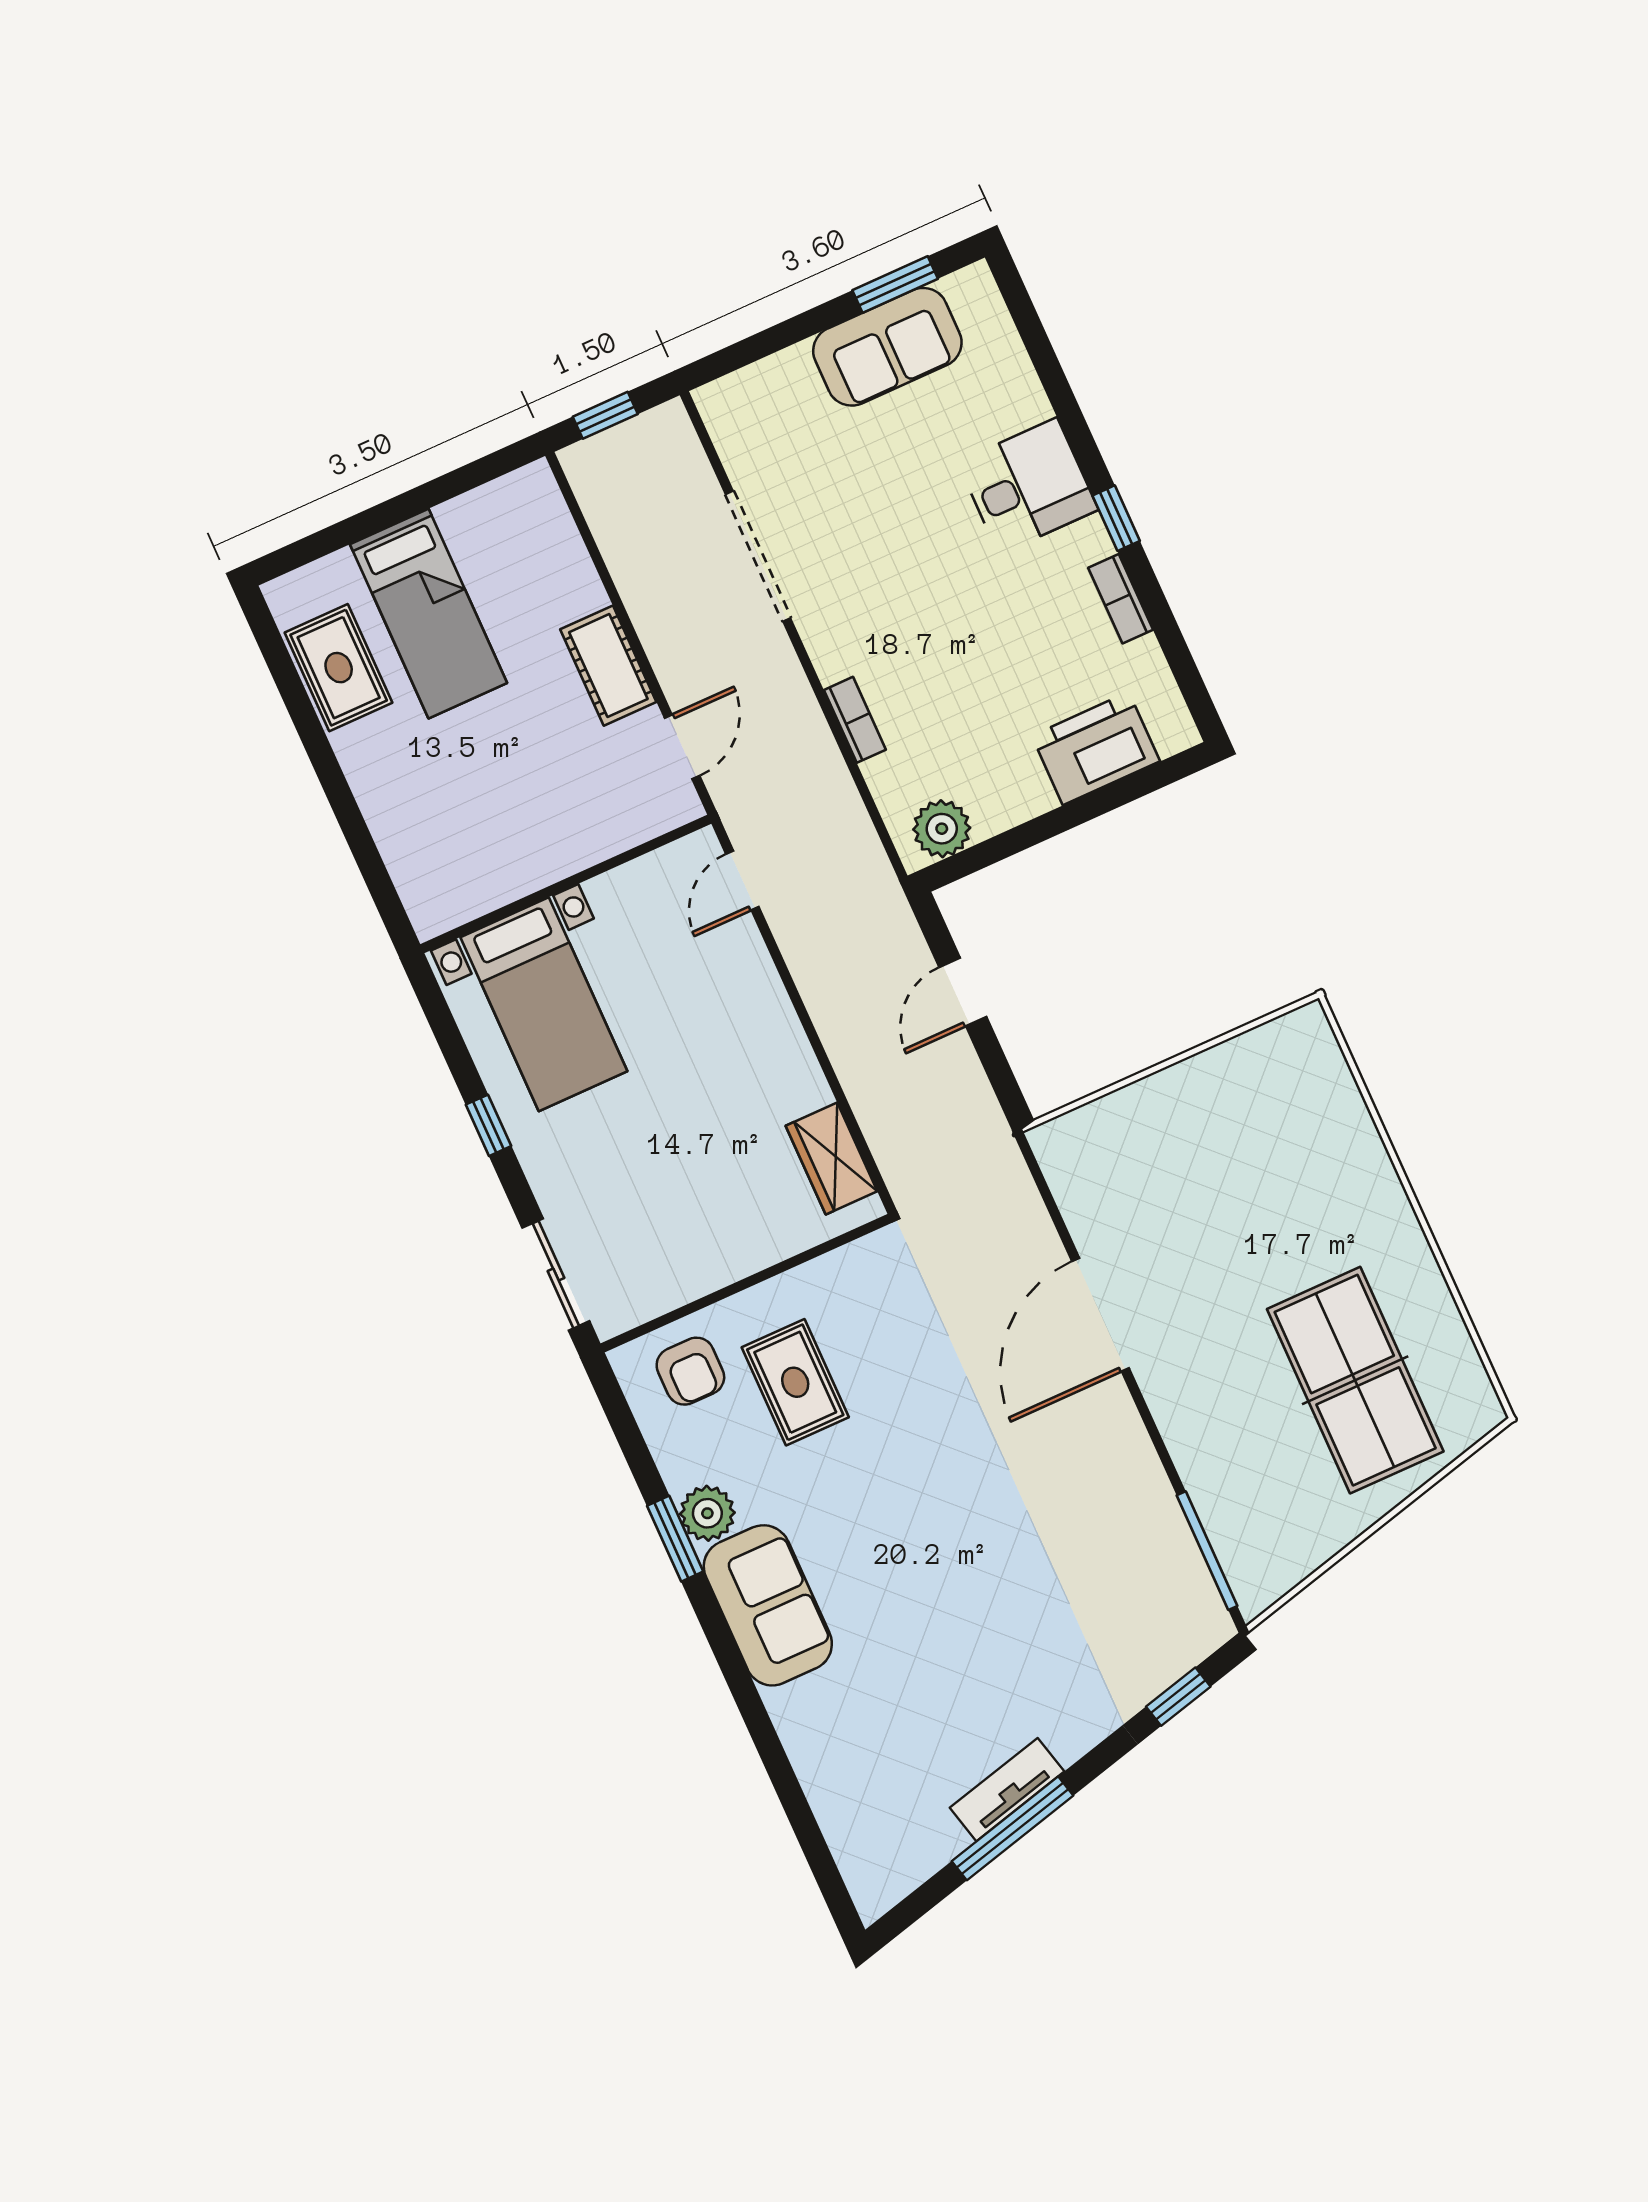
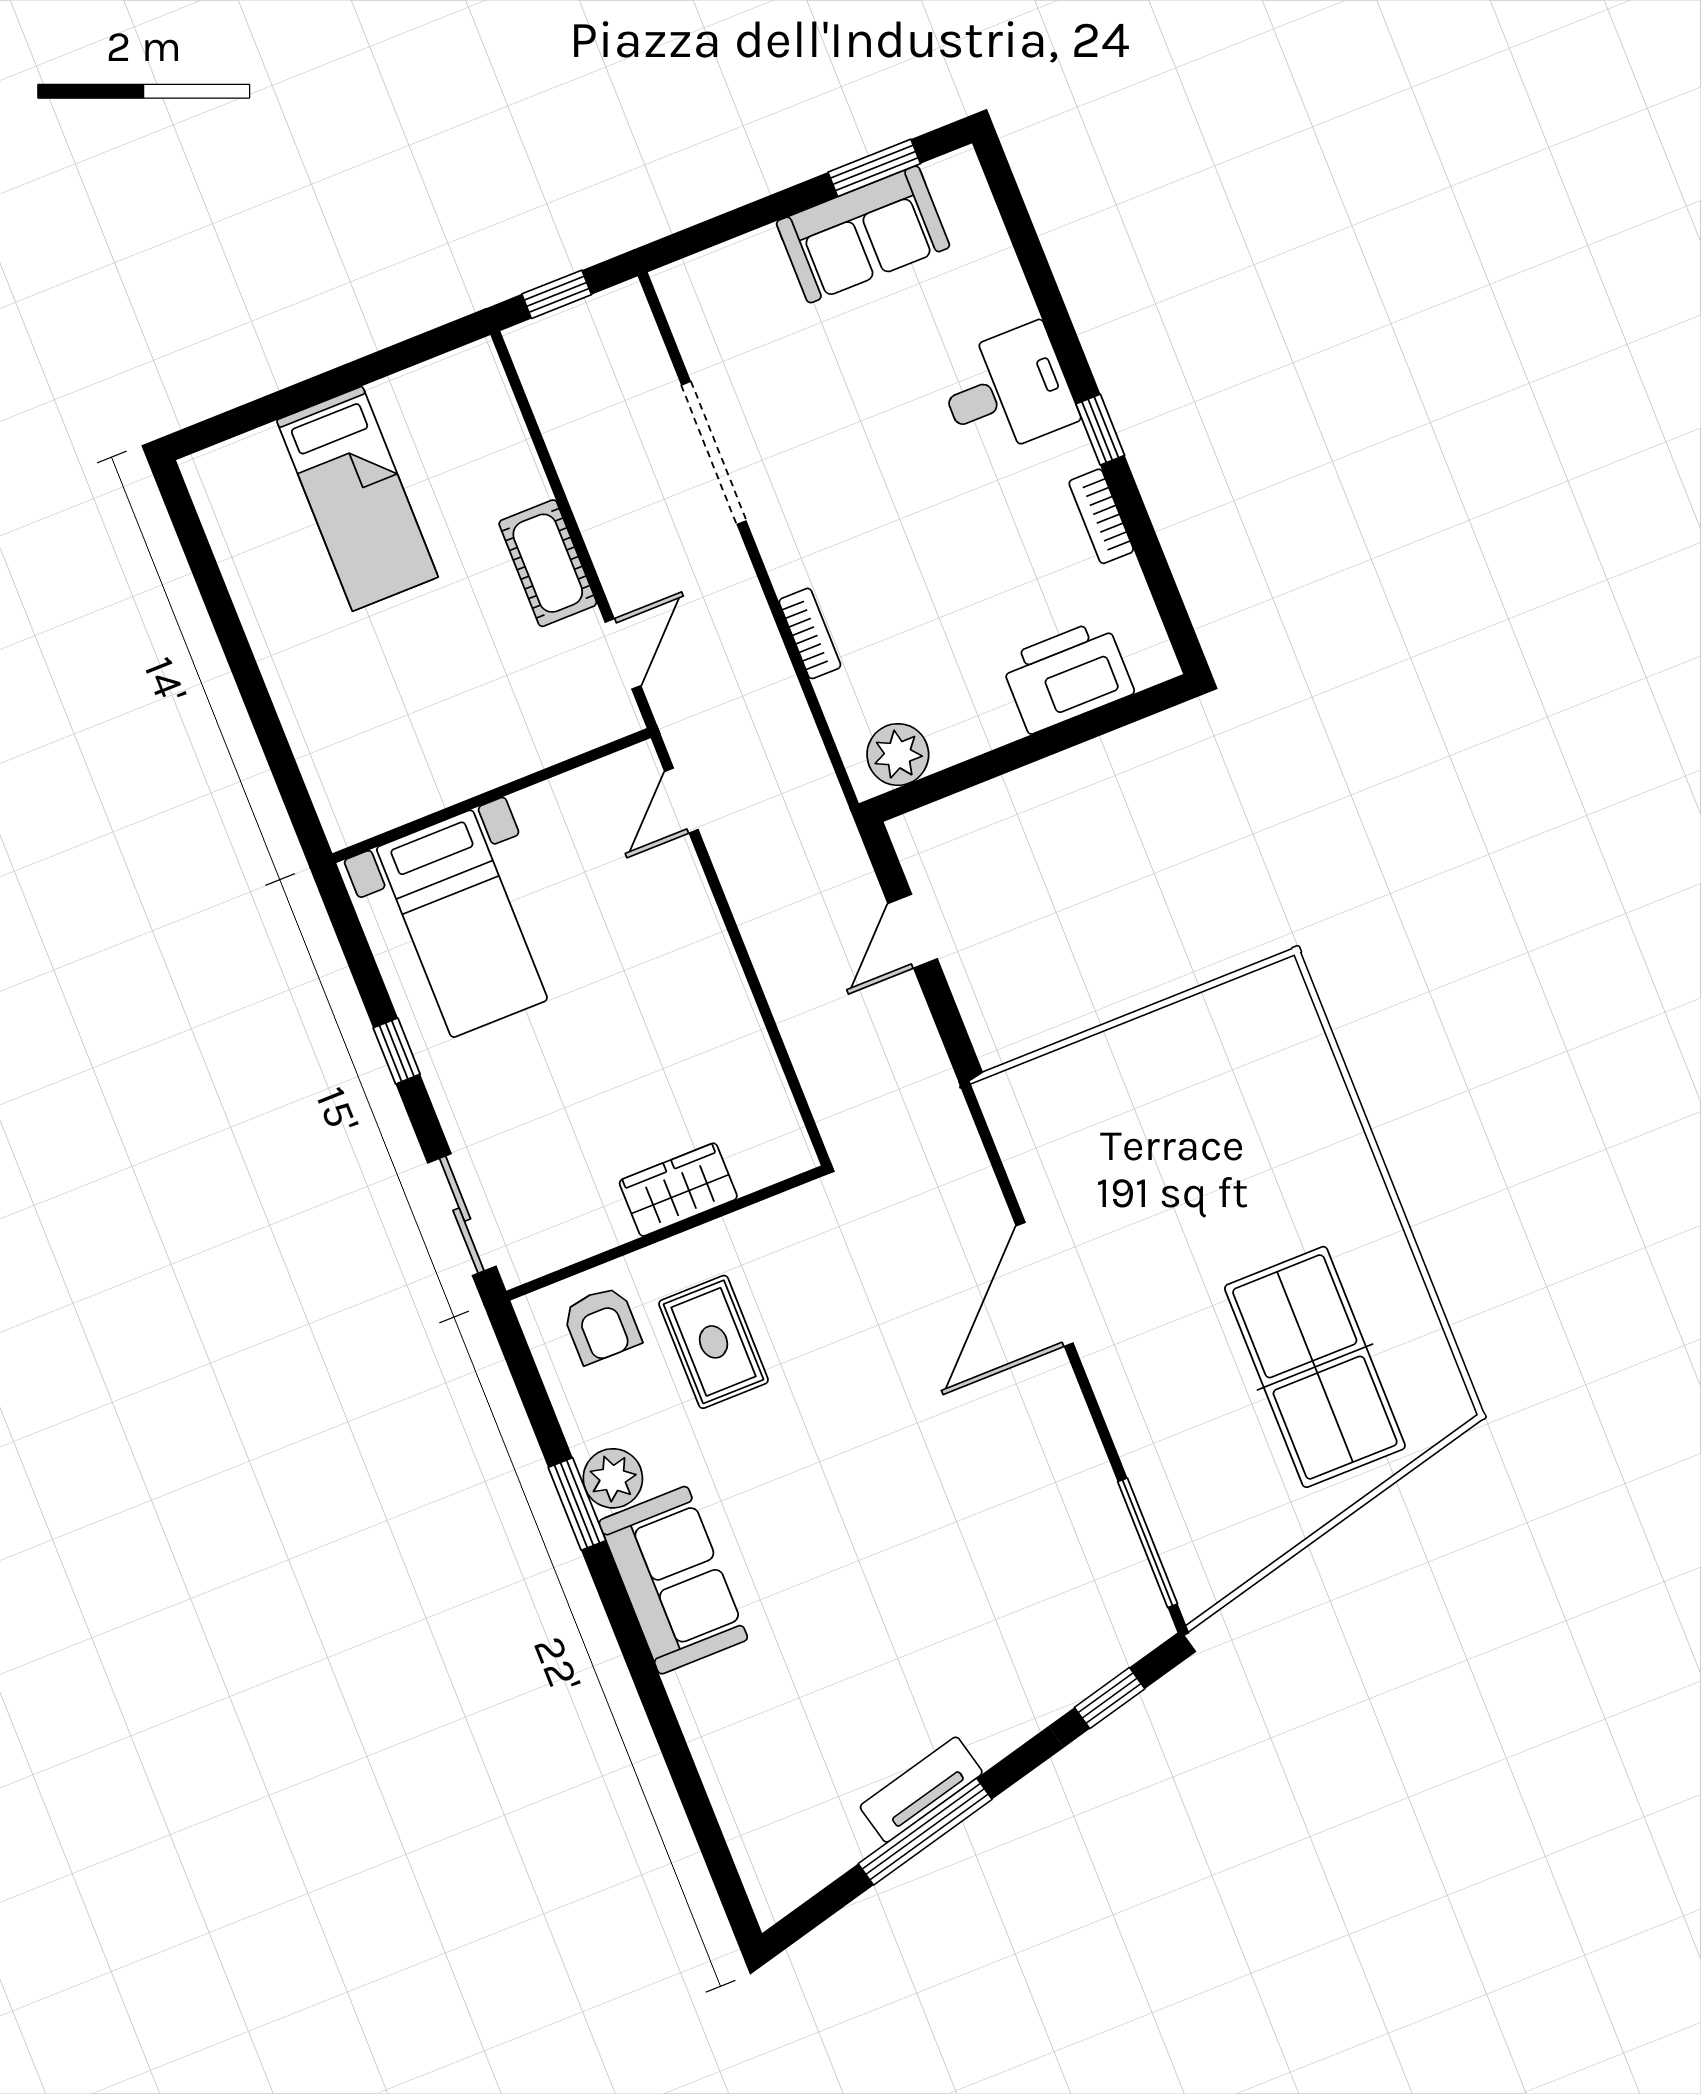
rug: (339, 668) -> (258, 552), removed
wardrobe: (831, 1158) -> (678, 1190), moved, turned 90

